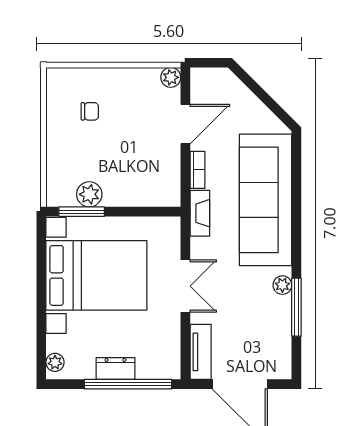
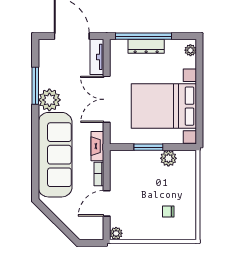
window: (82, 212) -> (148, 147), moved
plant: (282, 285) -> (49, 100), width x1.88, depth x1.88
double door: (185, 286) -> (107, 99), width x1.37
dresser: (115, 369) -> (146, 46), width x1.44

